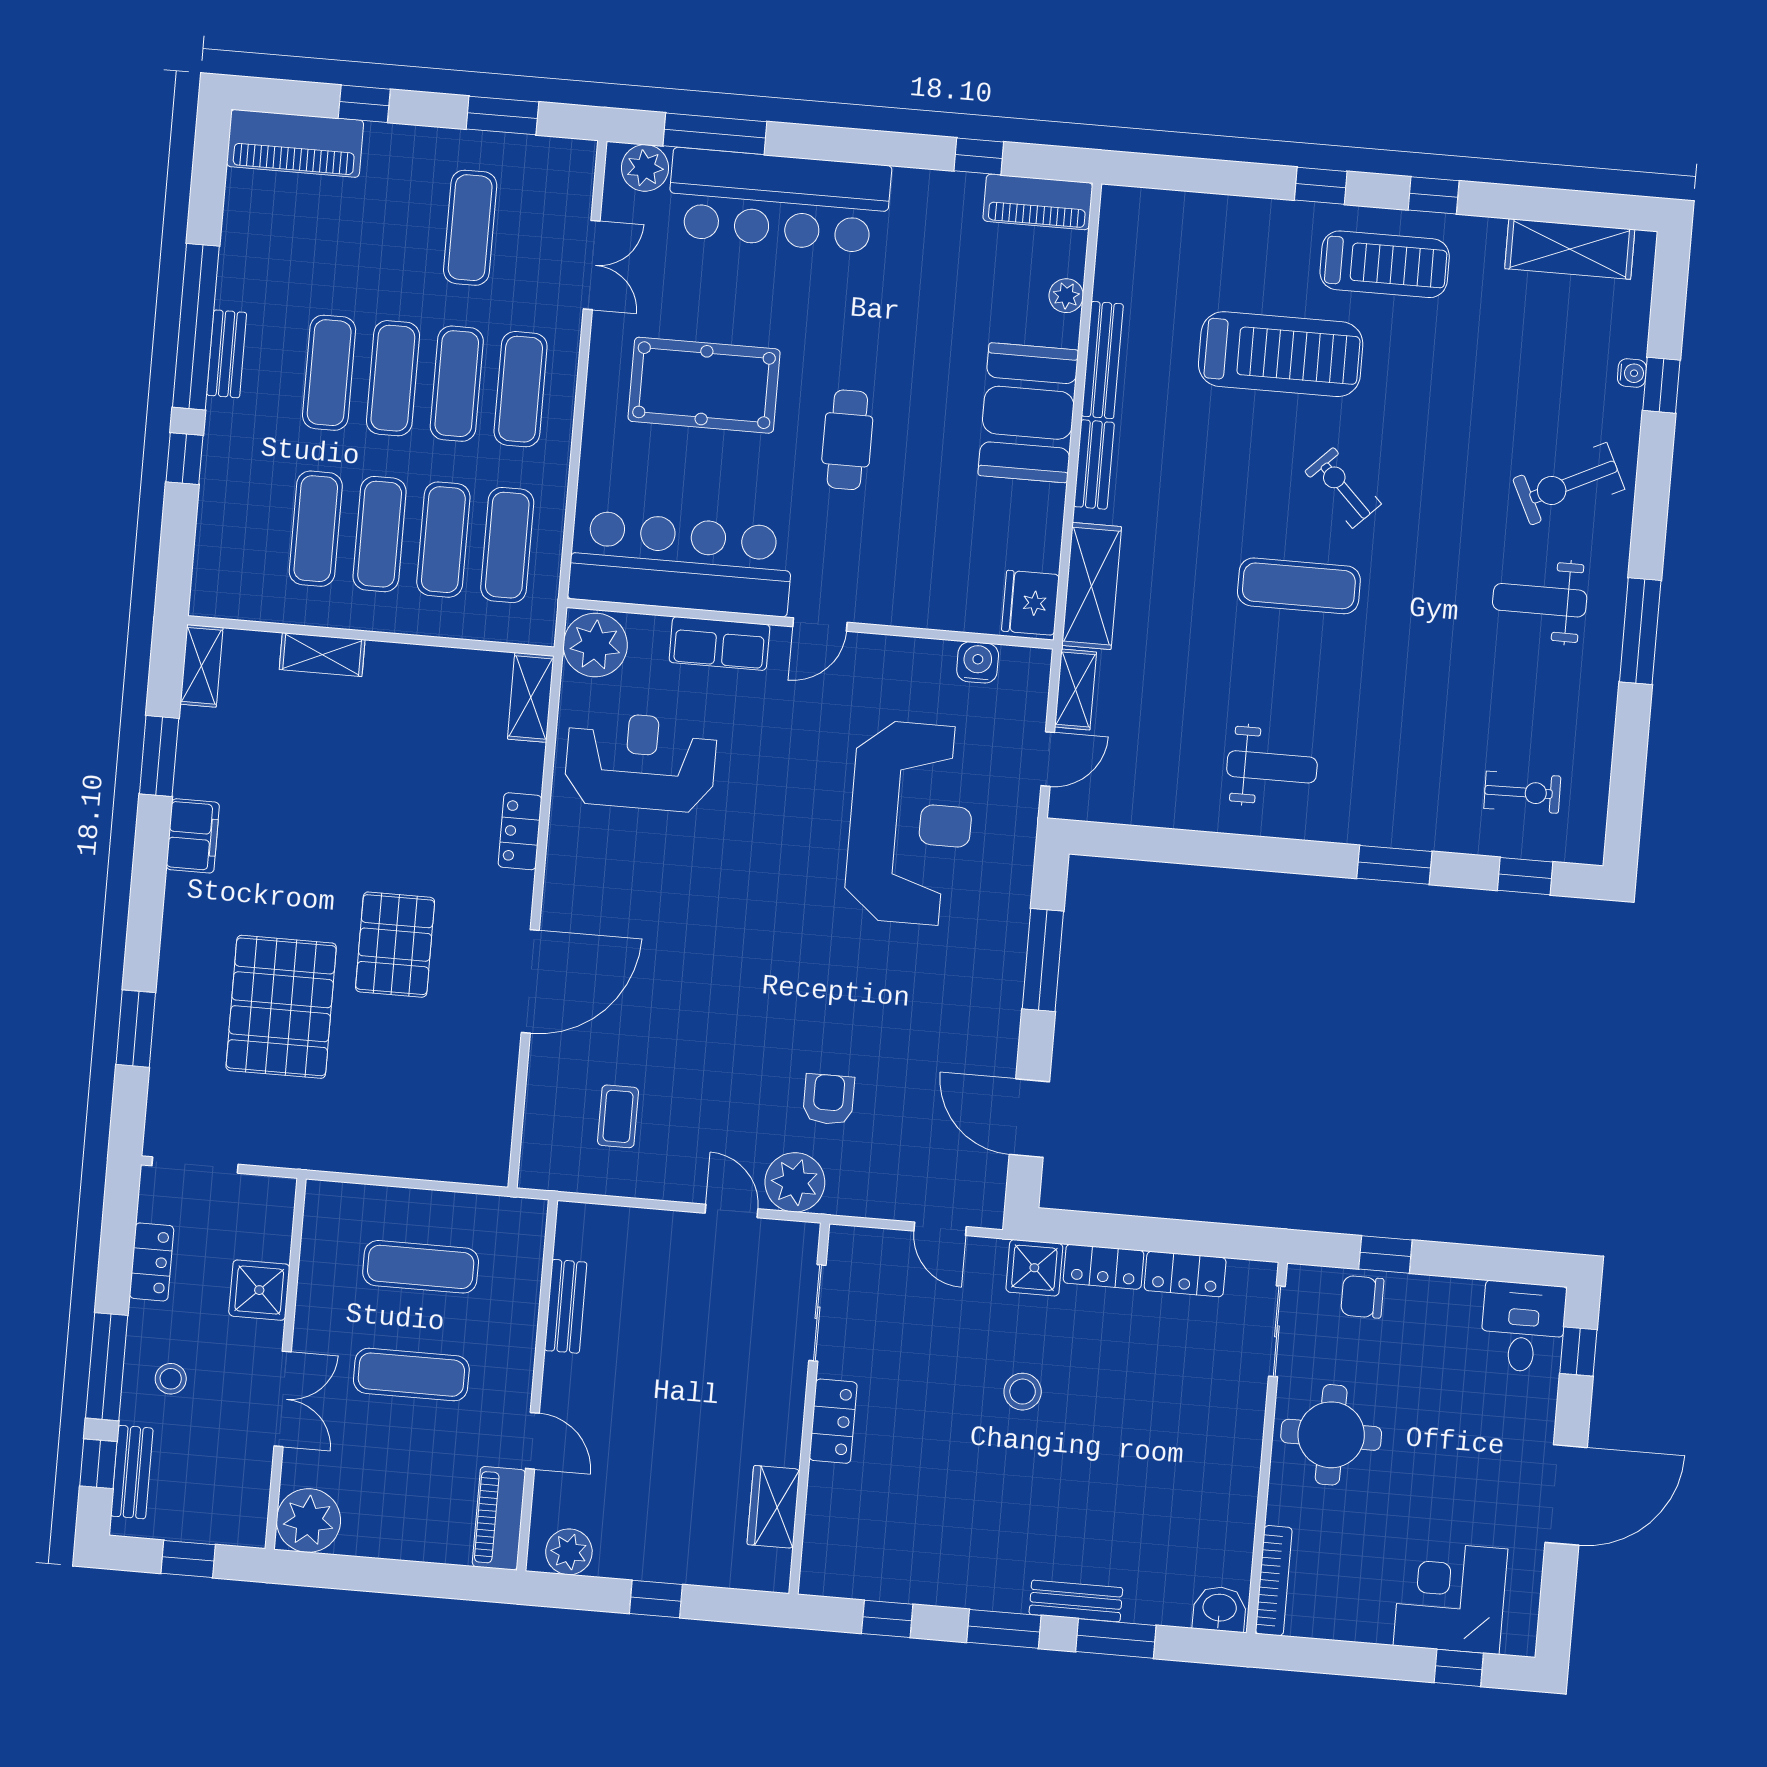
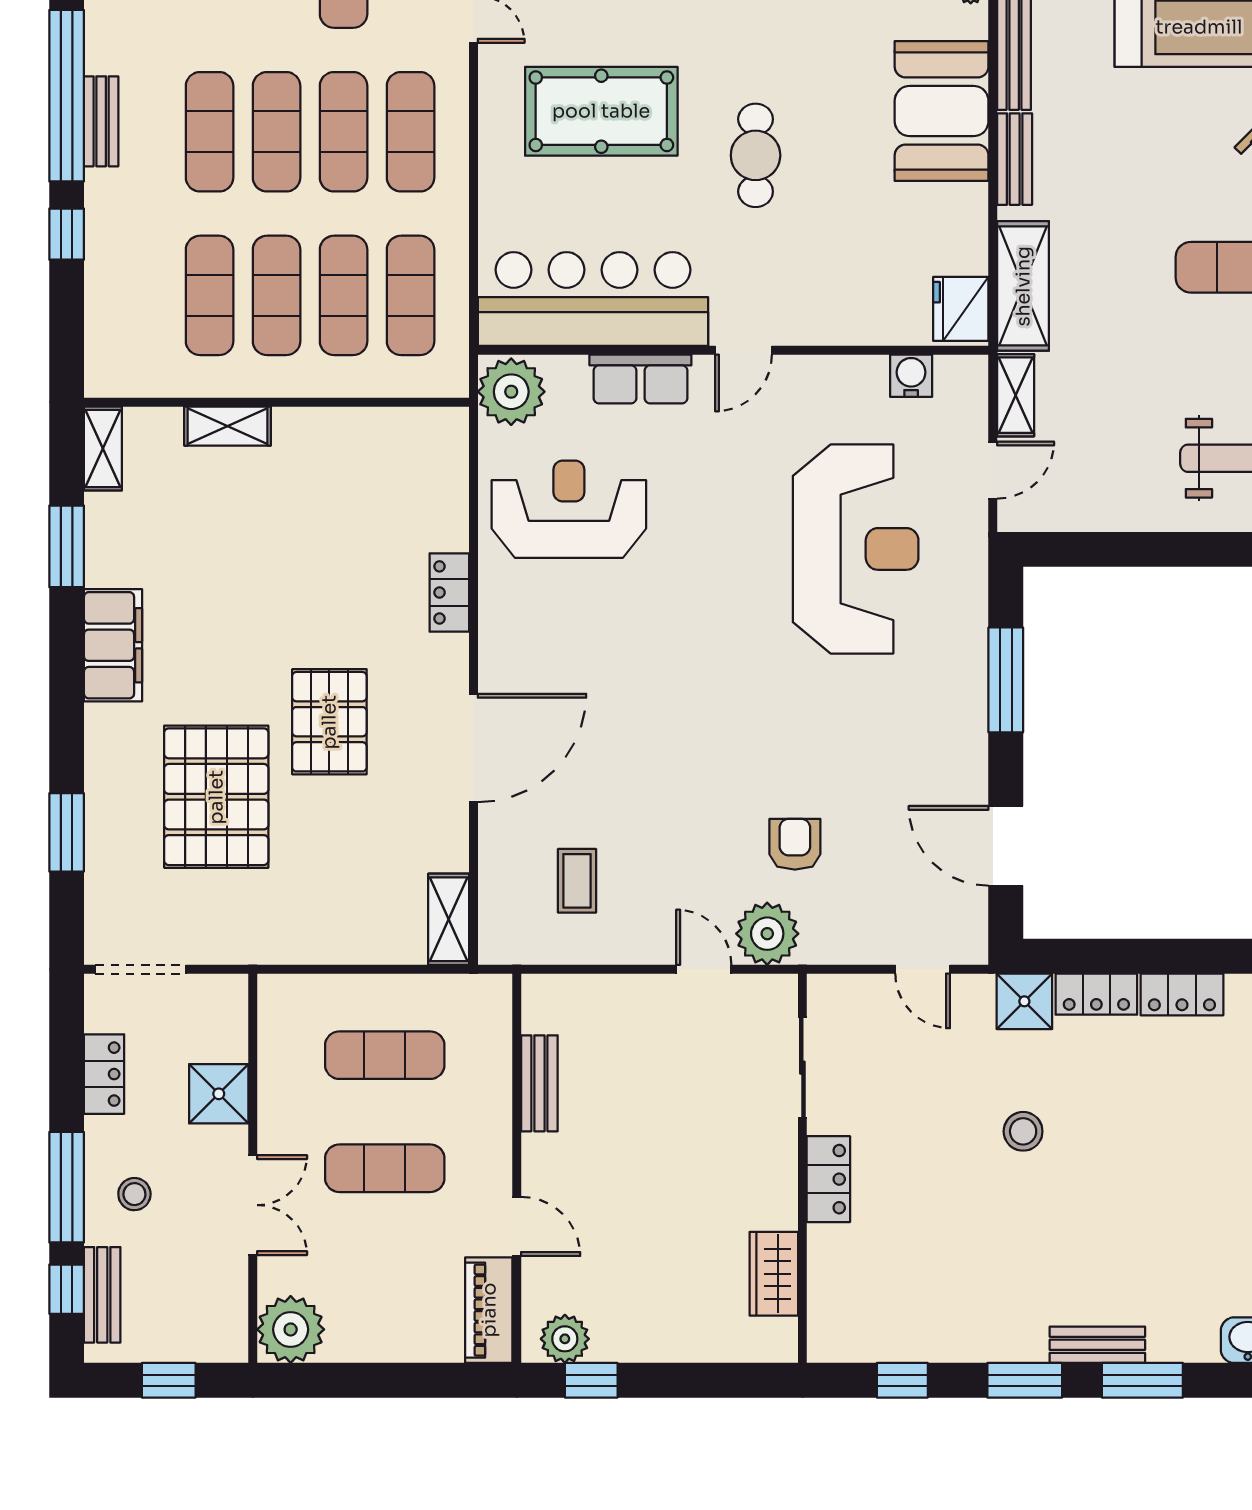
shelving: (531, 697) -> (449, 919), moved
filing cabinet: (193, 836) -> (113, 645), width x1.50, depth x1.17
window: (656, 1599) -> (591, 1380), moved

